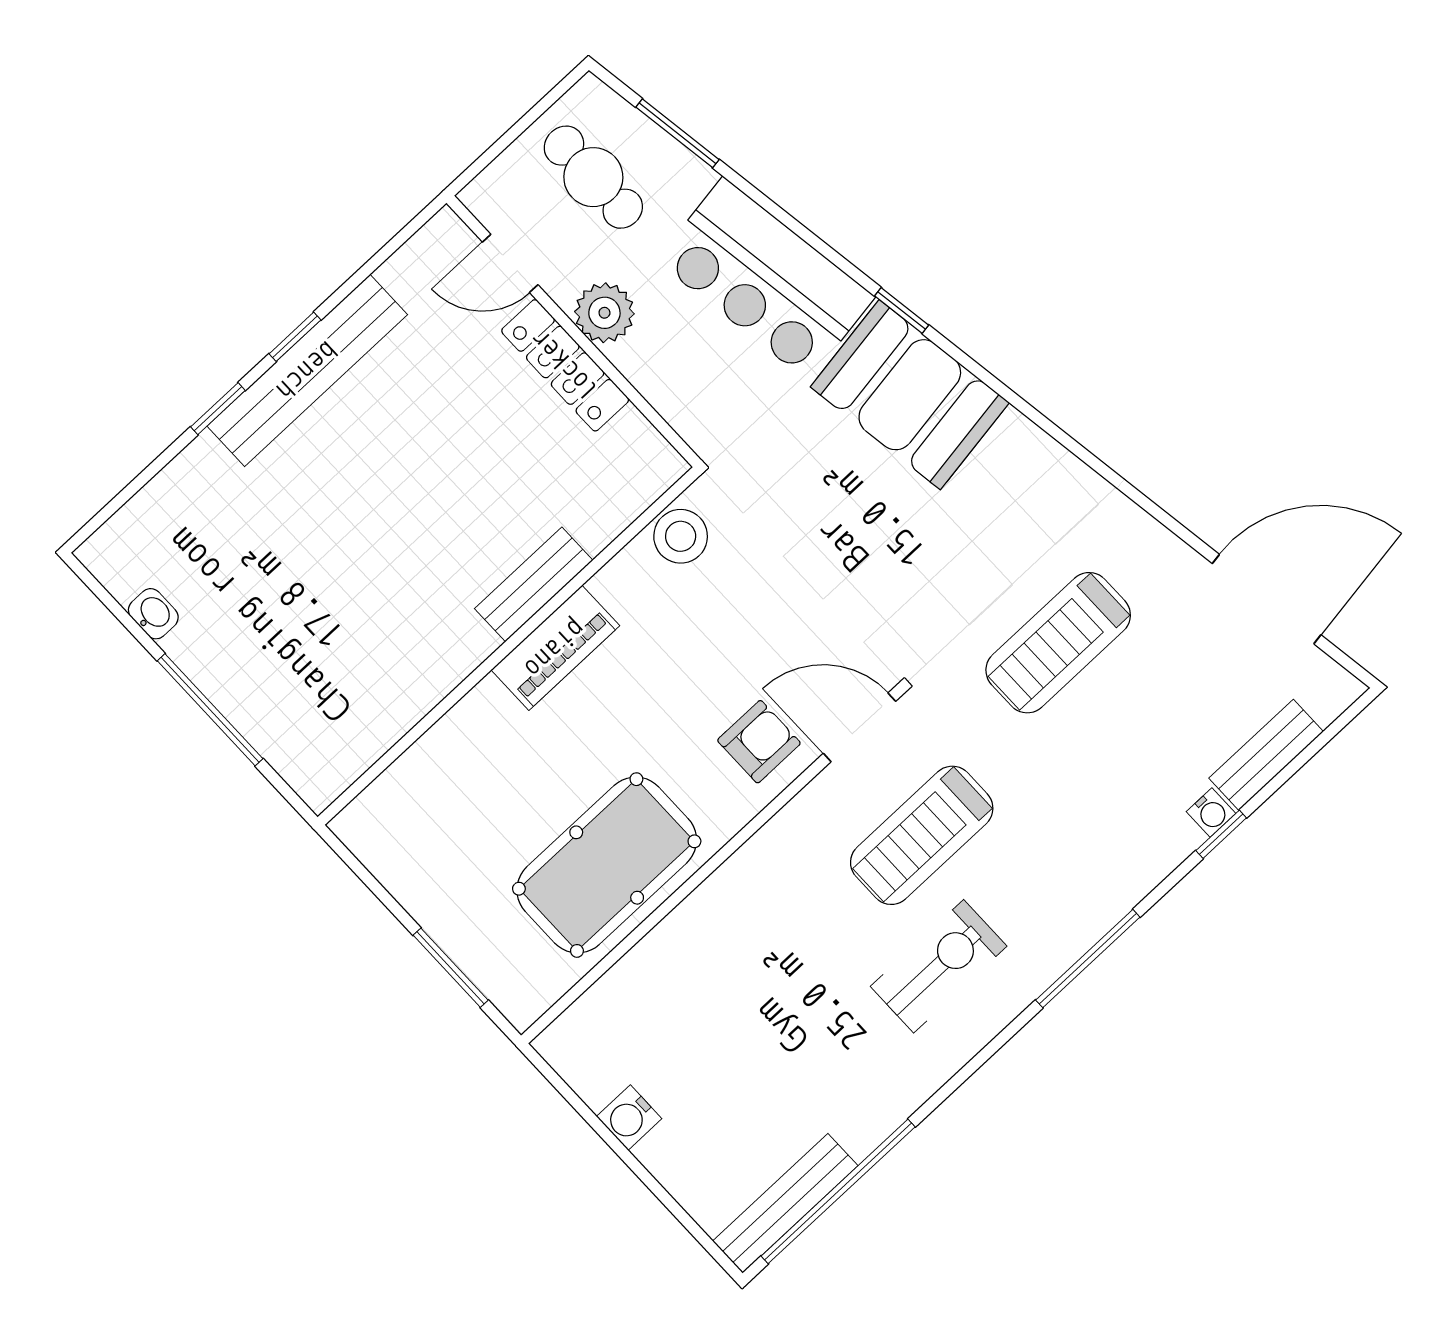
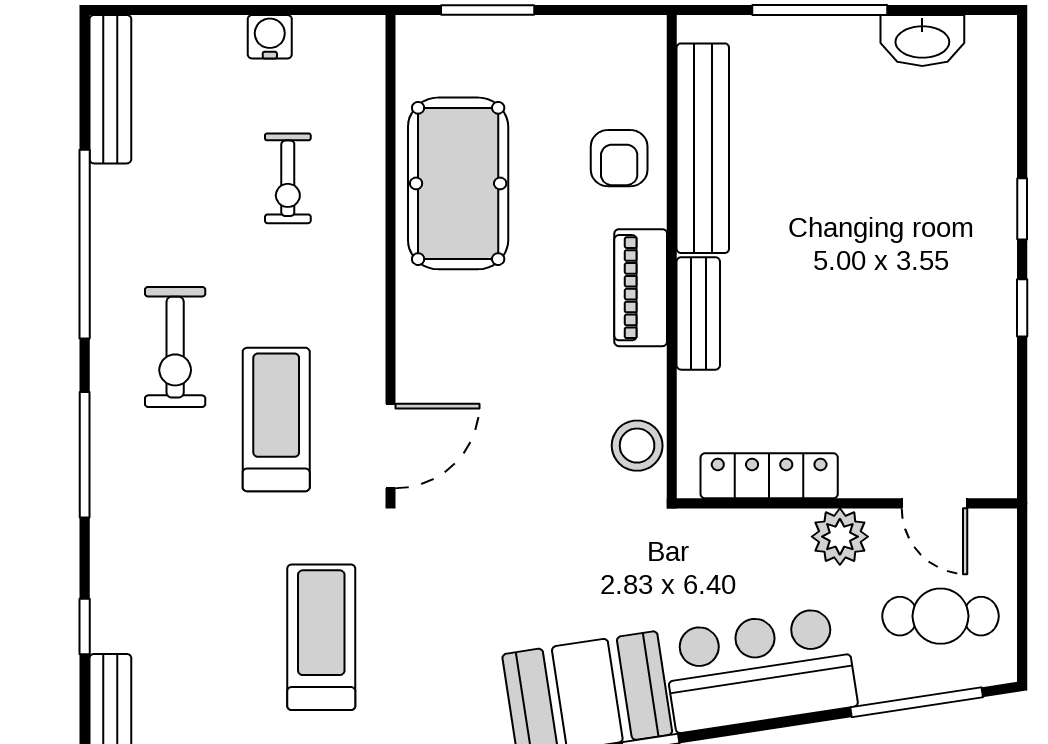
window: (677, 133) -> (917, 702), width x1.44
door: (510, 263) -> (935, 503), swing flipped
locker: (565, 365) -> (769, 476), moved
bench: (307, 370) -> (703, 148), moved
washbasin: (153, 614) -> (922, 40), width x1.91, depth x1.45
armchair: (759, 742) -> (619, 158), moved
water cooler: (1211, 813) -> (106, 633), removed
exercise bike: (726, 1001) -> (288, 178), added
window: (838, 1191) -> (85, 244), moved

